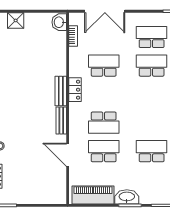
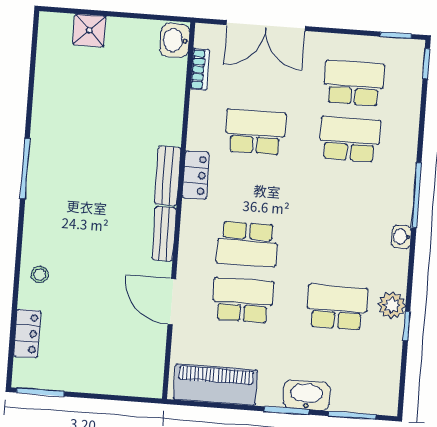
washbasin: (127, 197) -> (307, 395), moved

